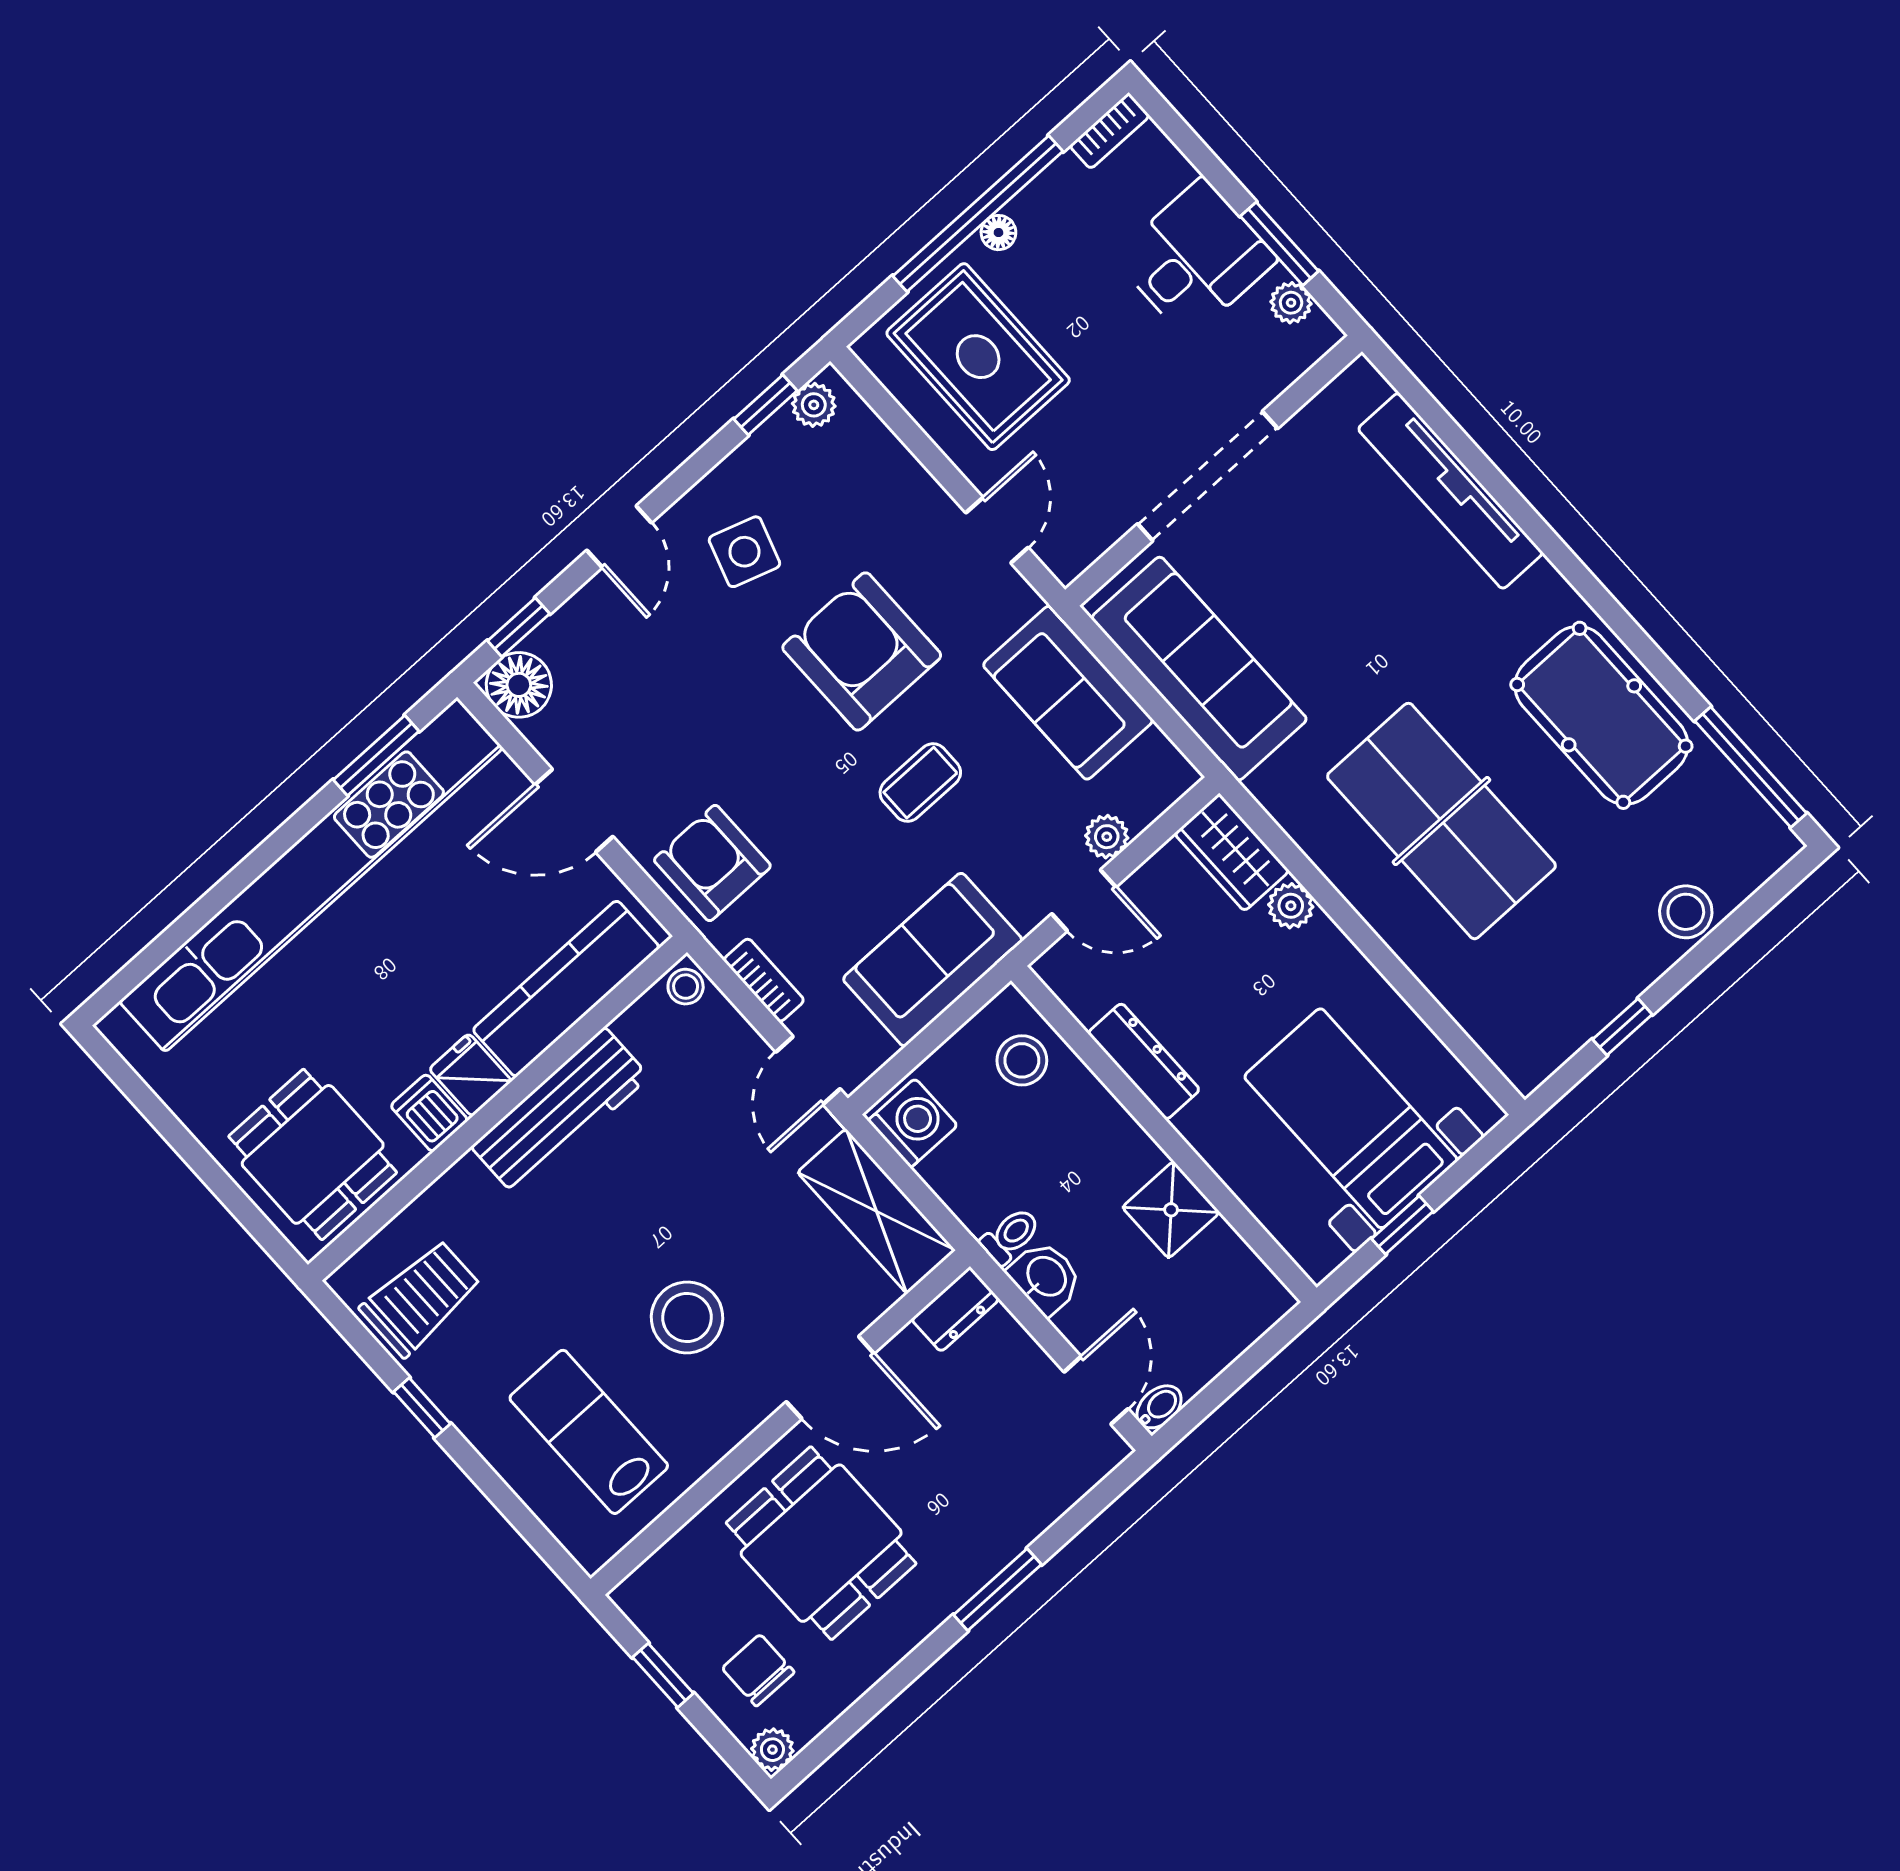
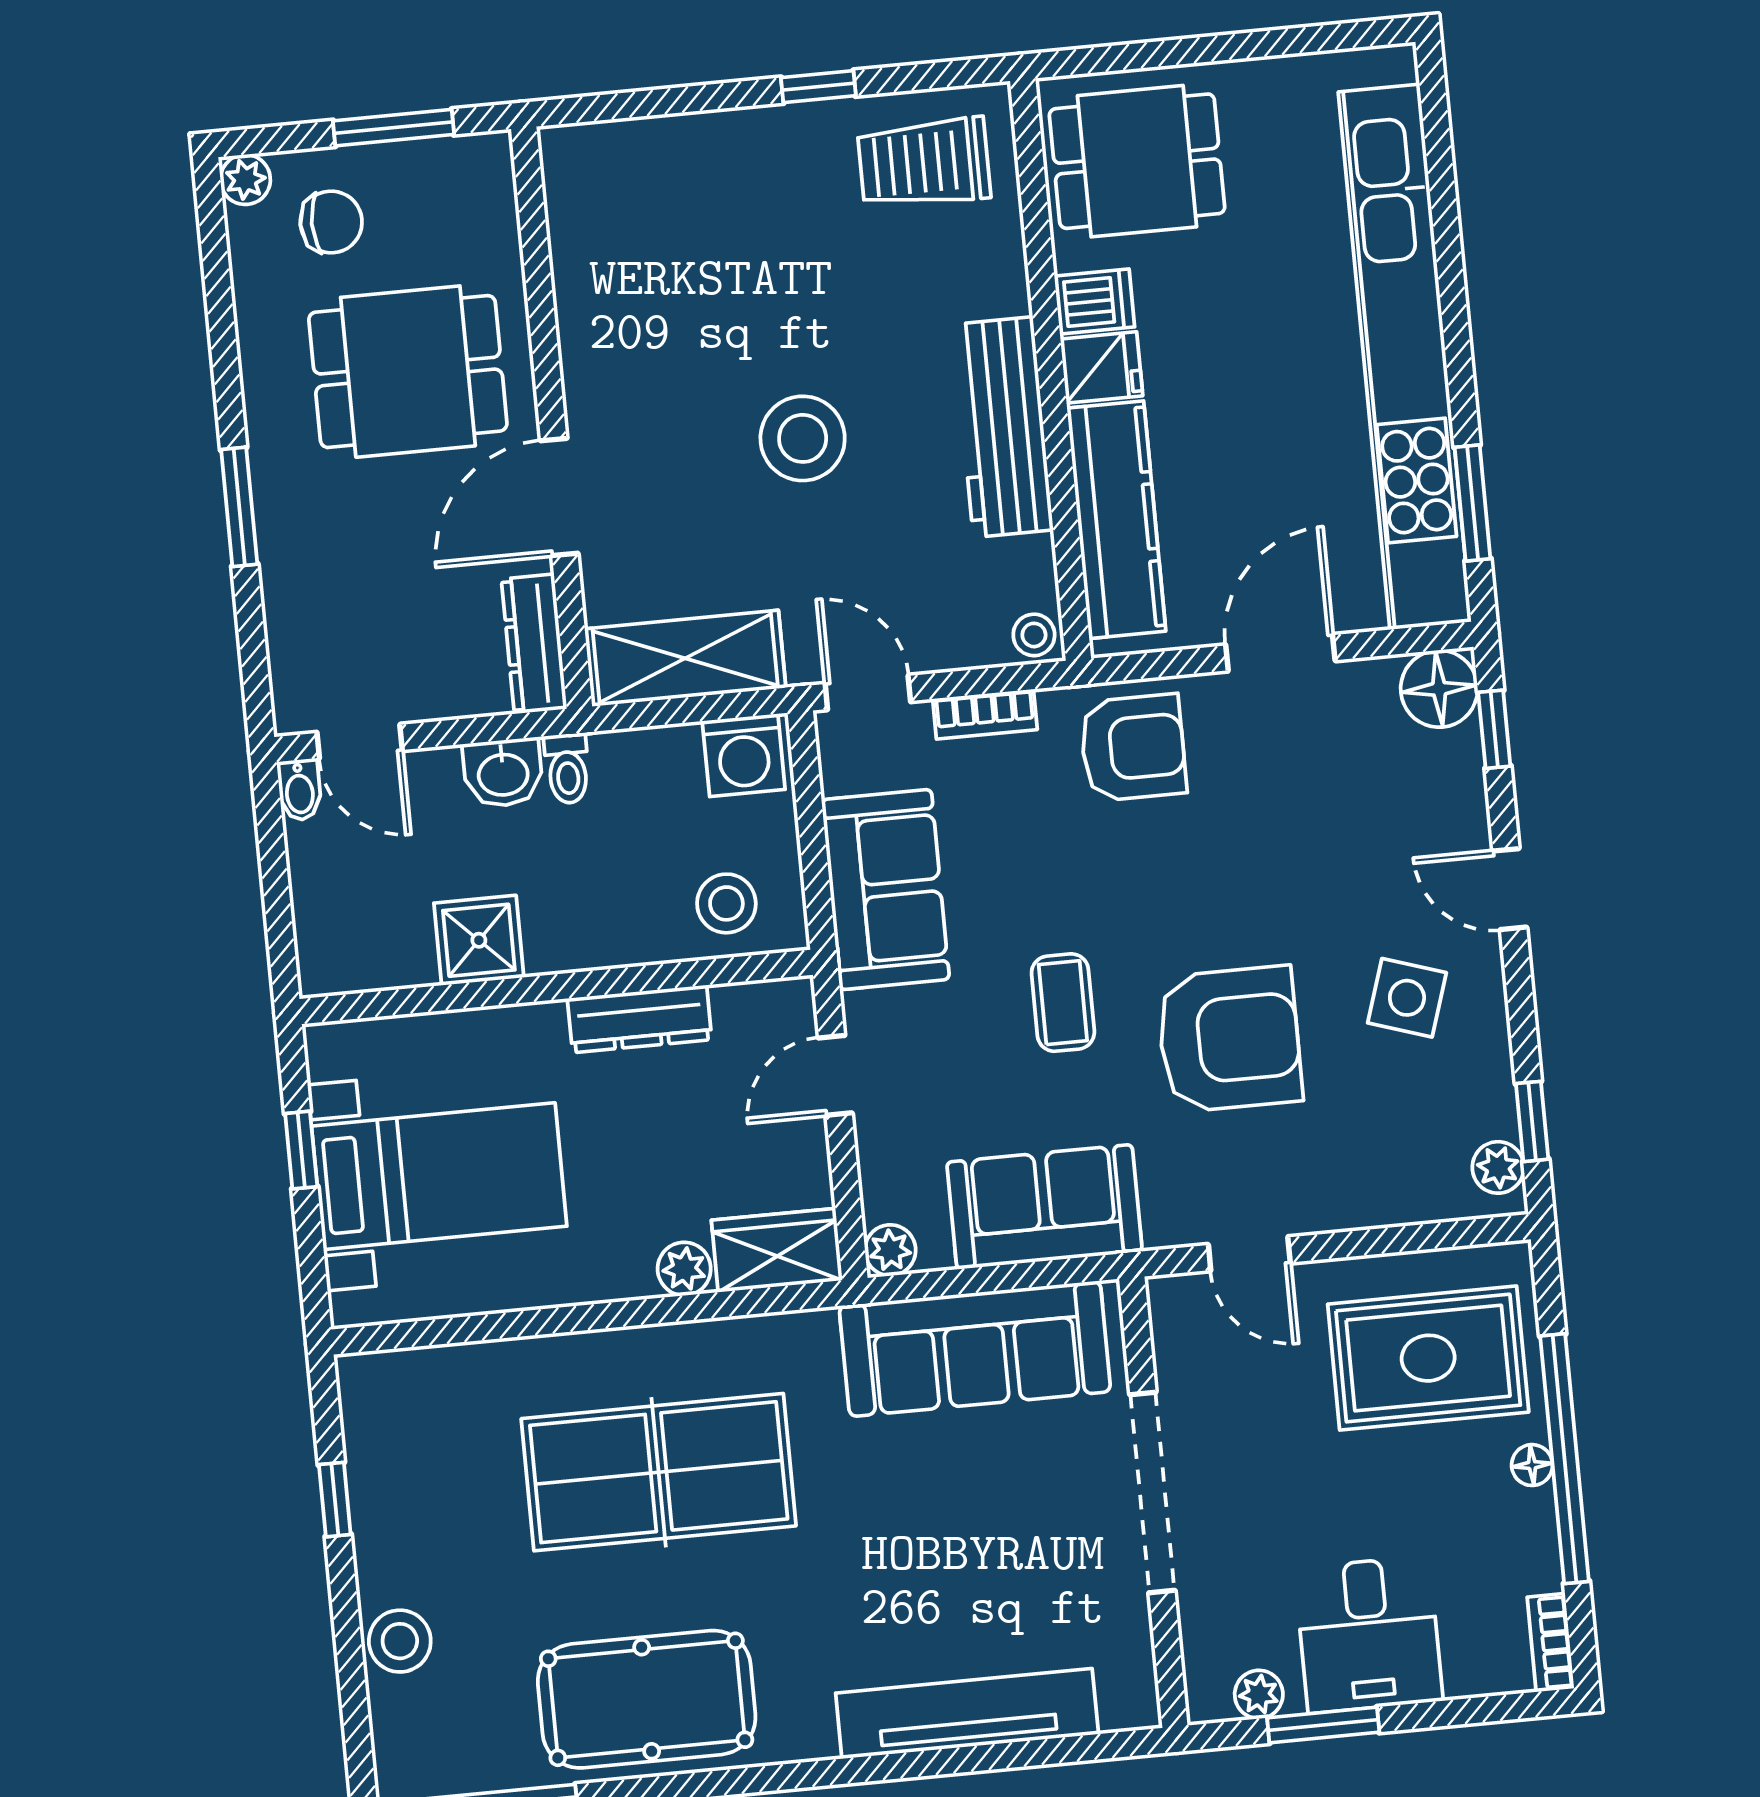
plant: (1107, 837) -> (890, 1250), moved
trolley: (421, 1298) -> (924, 163), turned 90
dresser: (955, 1309) -> (534, 644), width x1.44
stool: (687, 1317) -> (803, 438), moved
lab bench: (589, 1432) -> (678, 229), removed
window: (663, 1675) -> (393, 128), width x1.50

